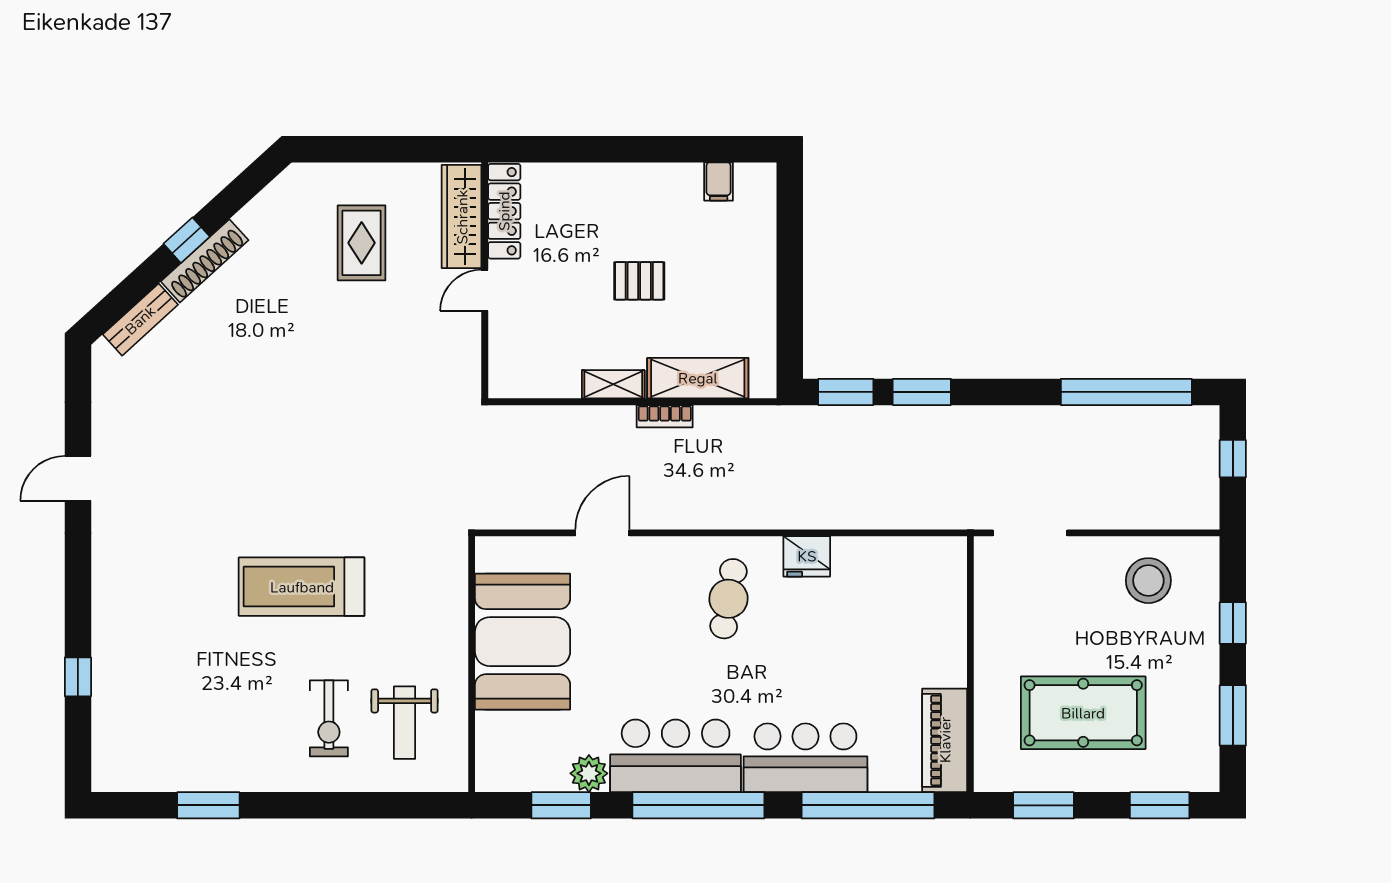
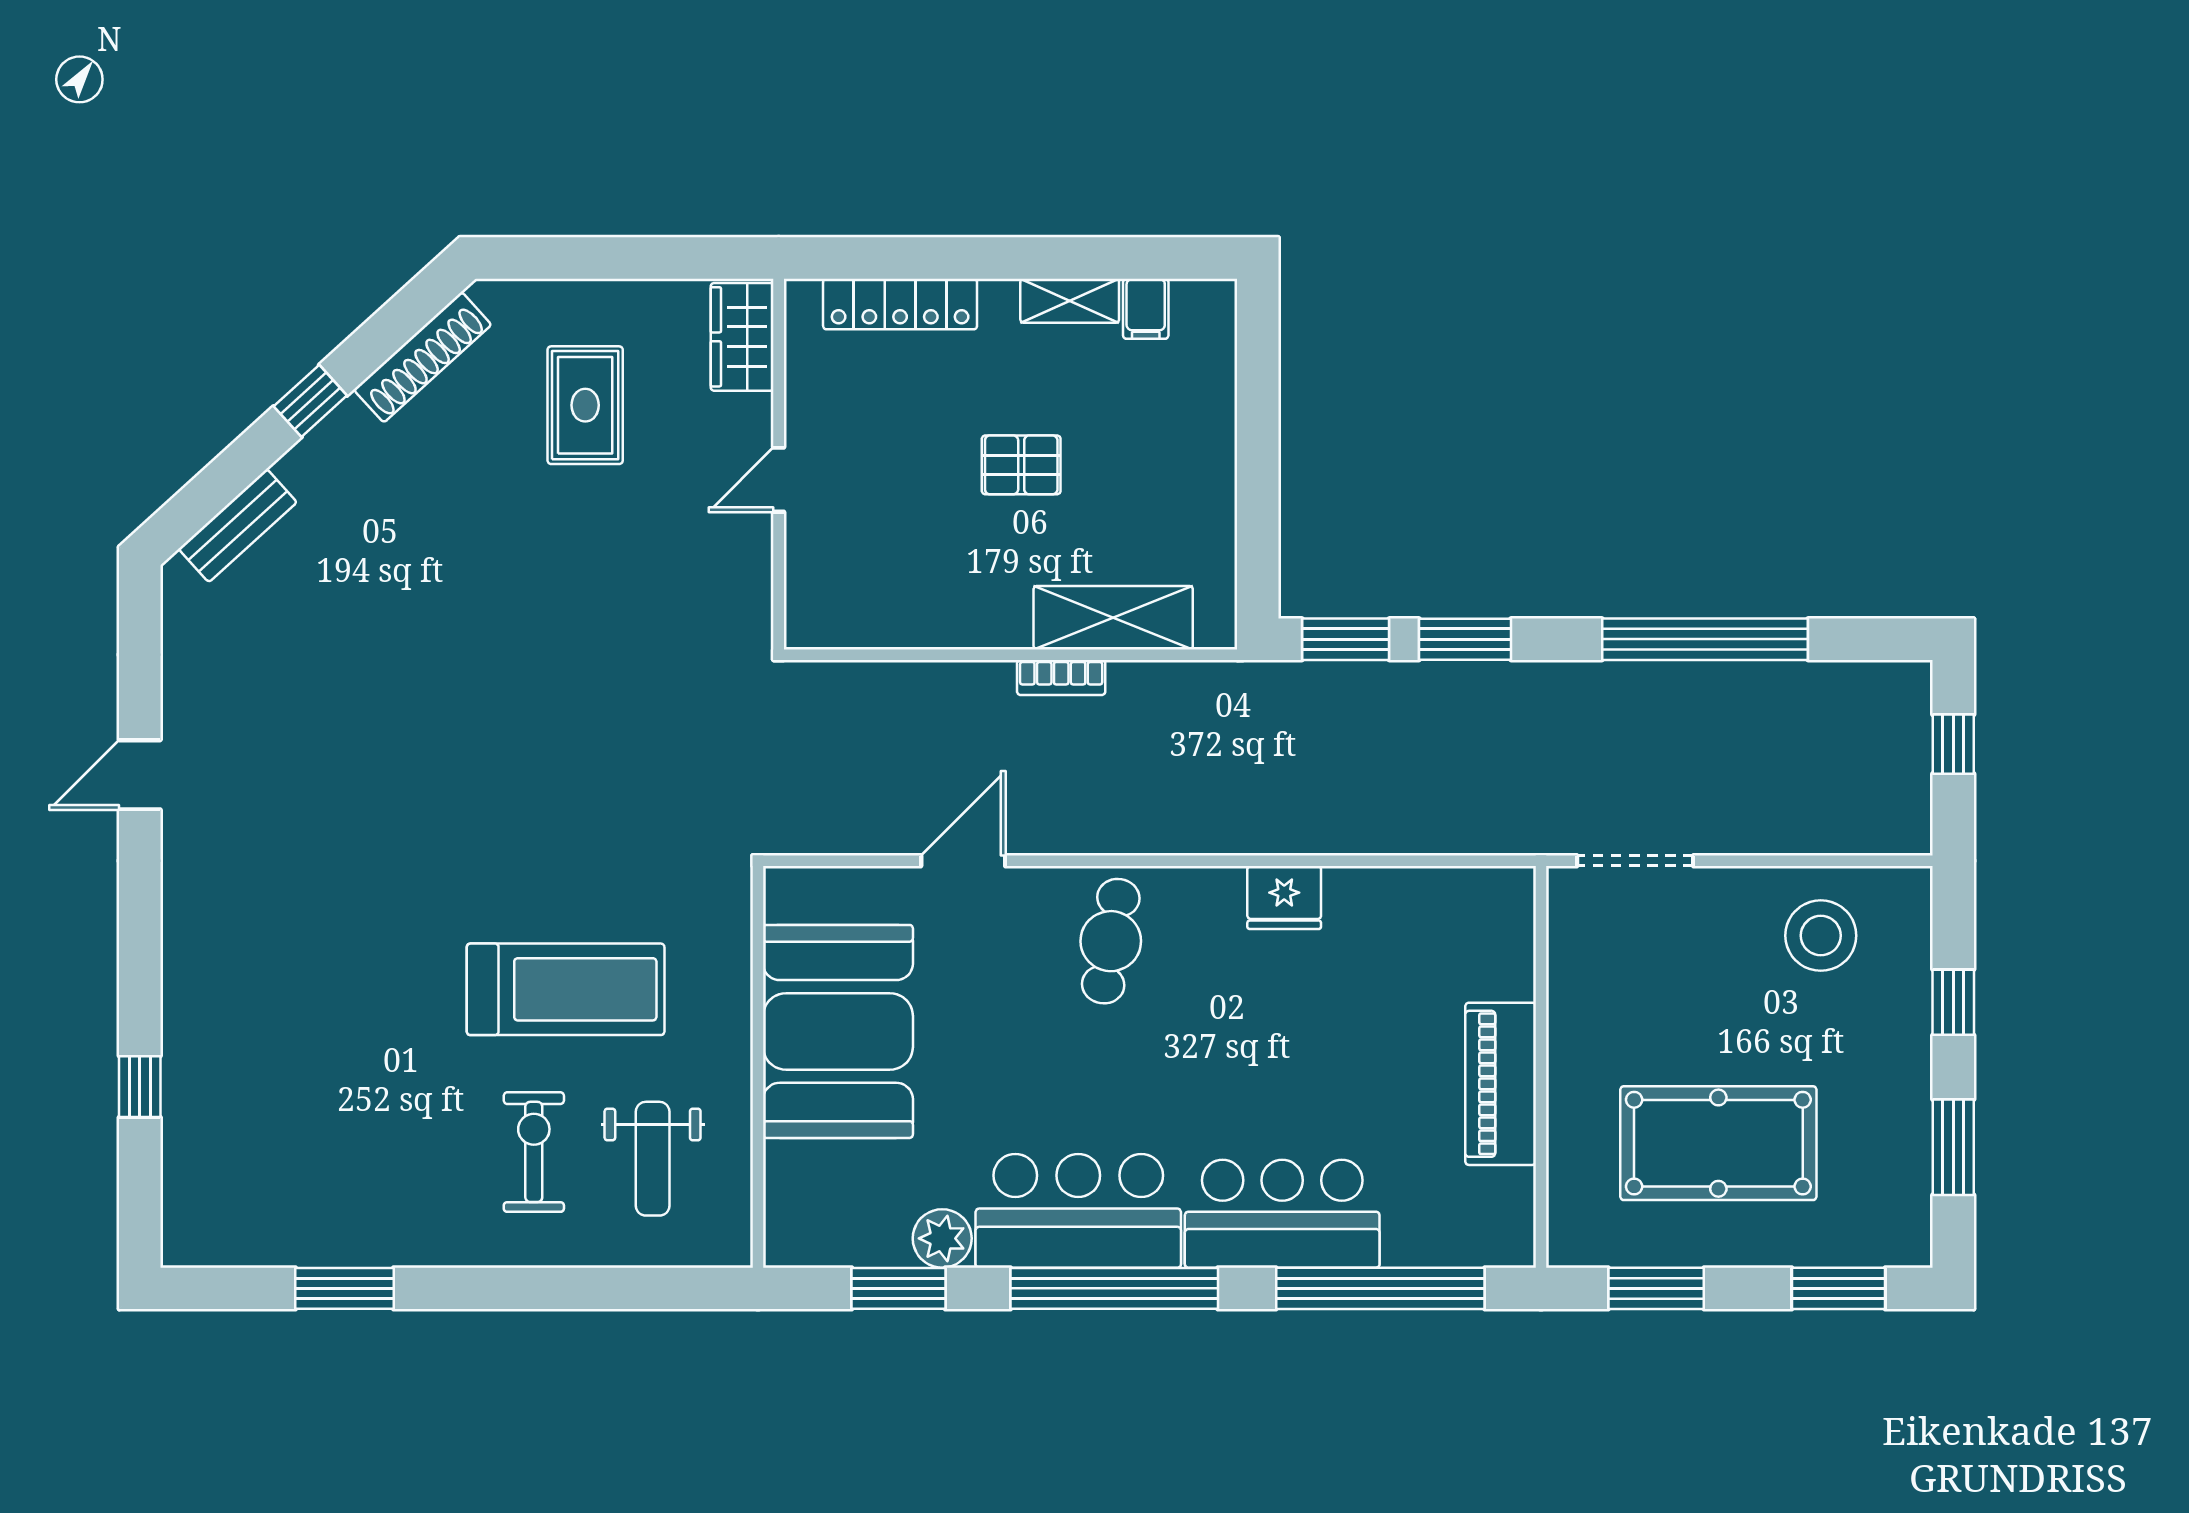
locker: (504, 211) -> (900, 304), moved, turned 90
wardrobe: (462, 217) -> (742, 337), width x0.67
shoe rack: (205, 261) -> (423, 357), moved
shelving: (613, 384) -> (1070, 301), moved
window: (1126, 392) -> (1705, 639), moved
treadmill: (302, 587) -> (566, 989), moved, turned 180
cafe table: (728, 599) -> (1111, 941), moved
exercise bike: (329, 718) -> (534, 1152), turned 180
piano: (945, 740) -> (1501, 1084), moved

